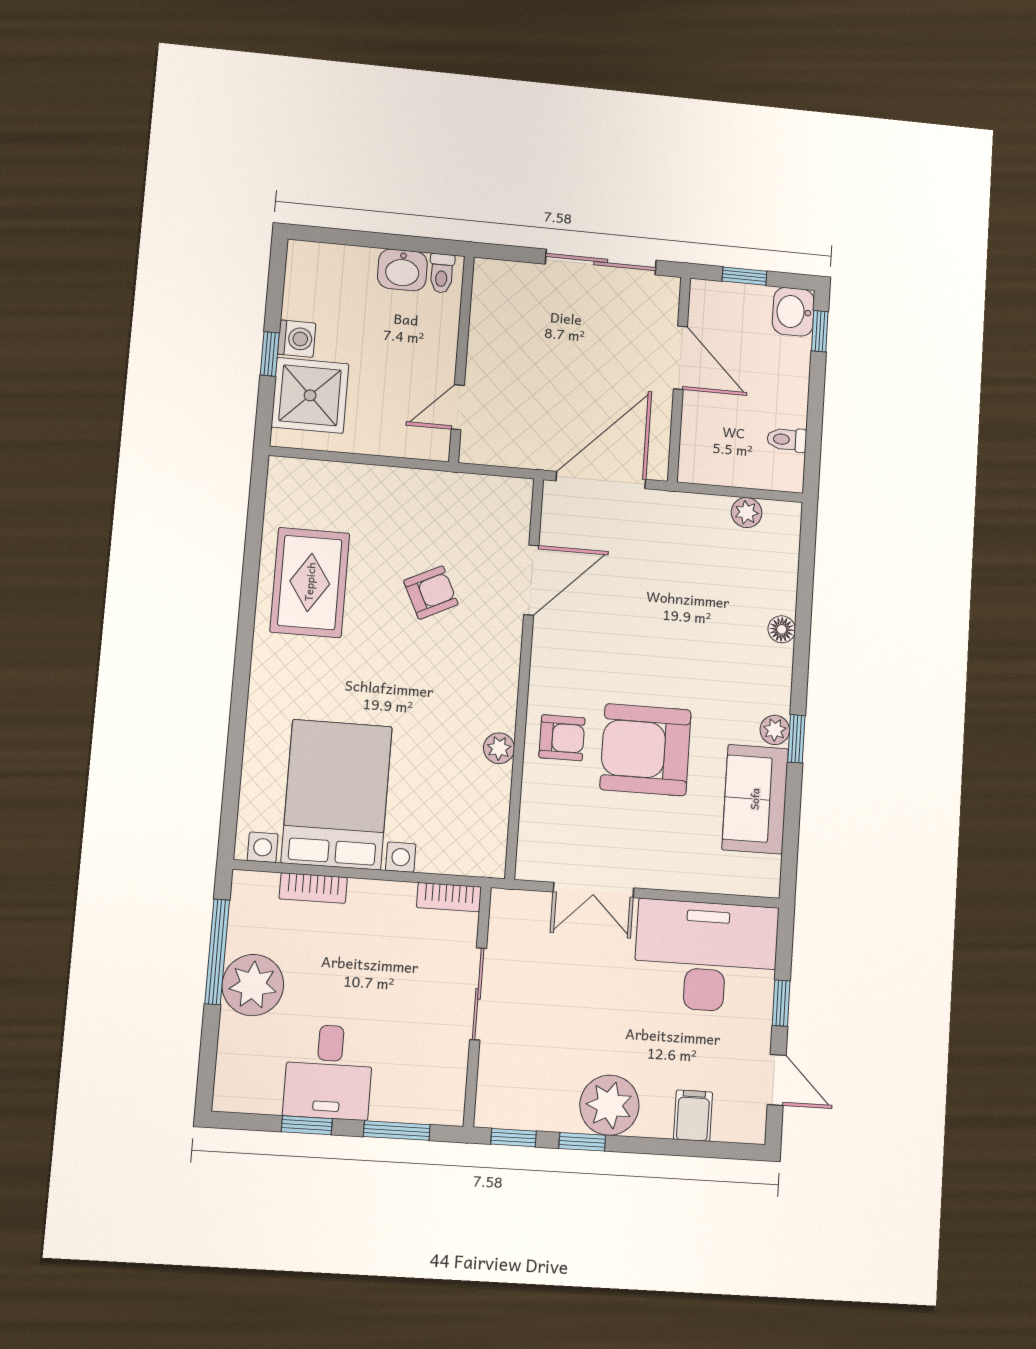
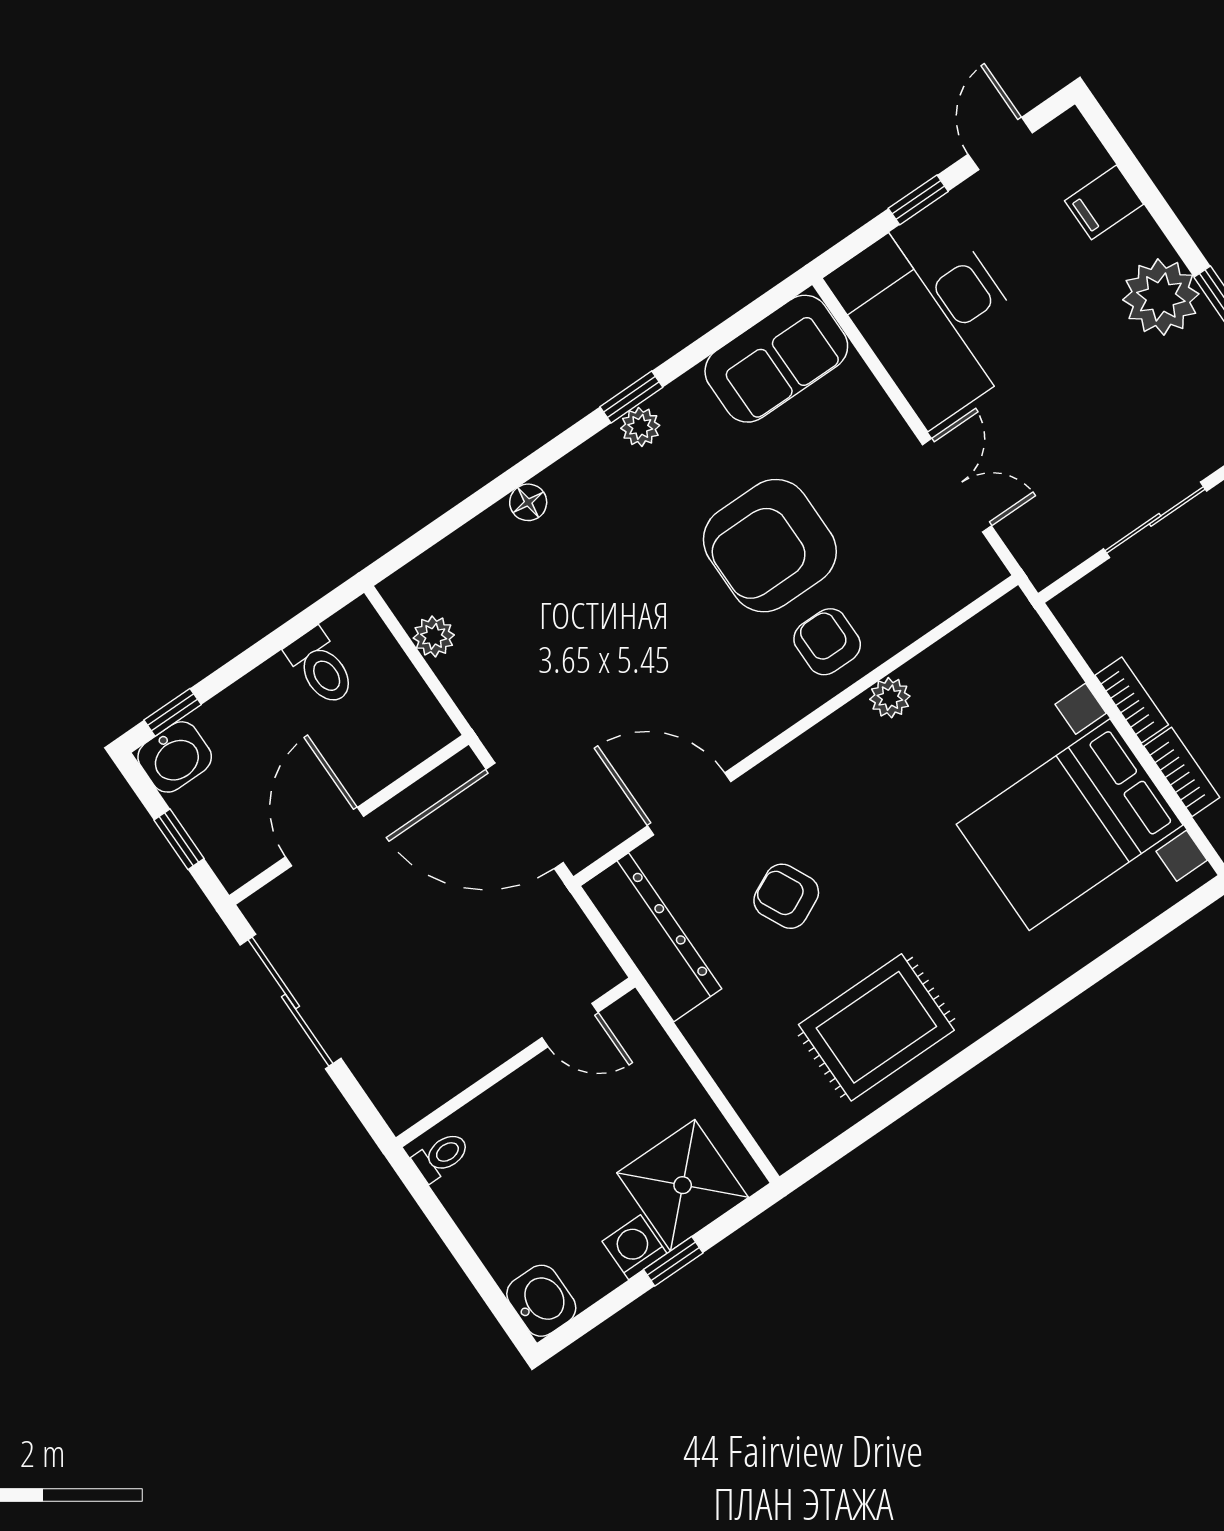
washbasin: (402, 270) -> (541, 1301), moved
toilet: (787, 440) -> (321, 667), width x1.37, depth x1.39
dresser: (471, 495) -> (651, 937), added
armchair: (645, 750) -> (770, 546), turned 90
sofa: (755, 799) -> (776, 359), moved
bookcase: (449, 897) -> (1132, 700), moved

